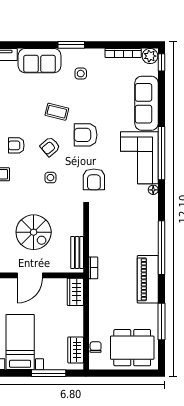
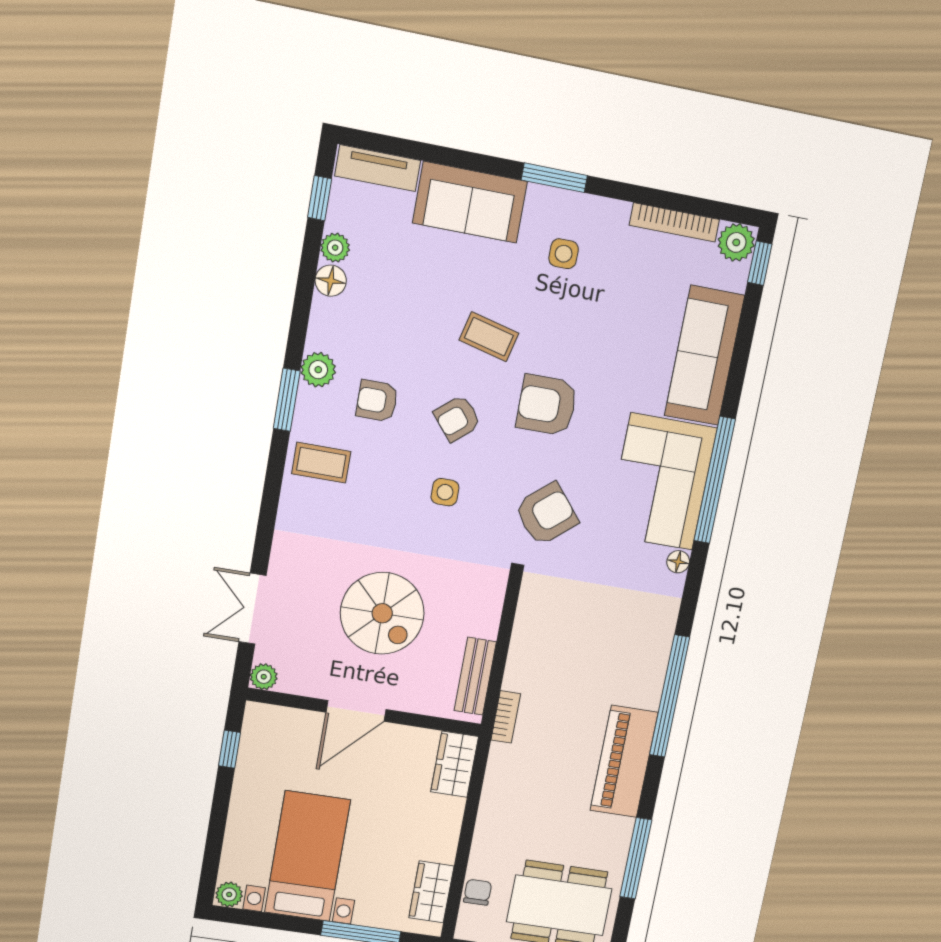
armchair: (94, 179) -> (546, 514), turned -130

